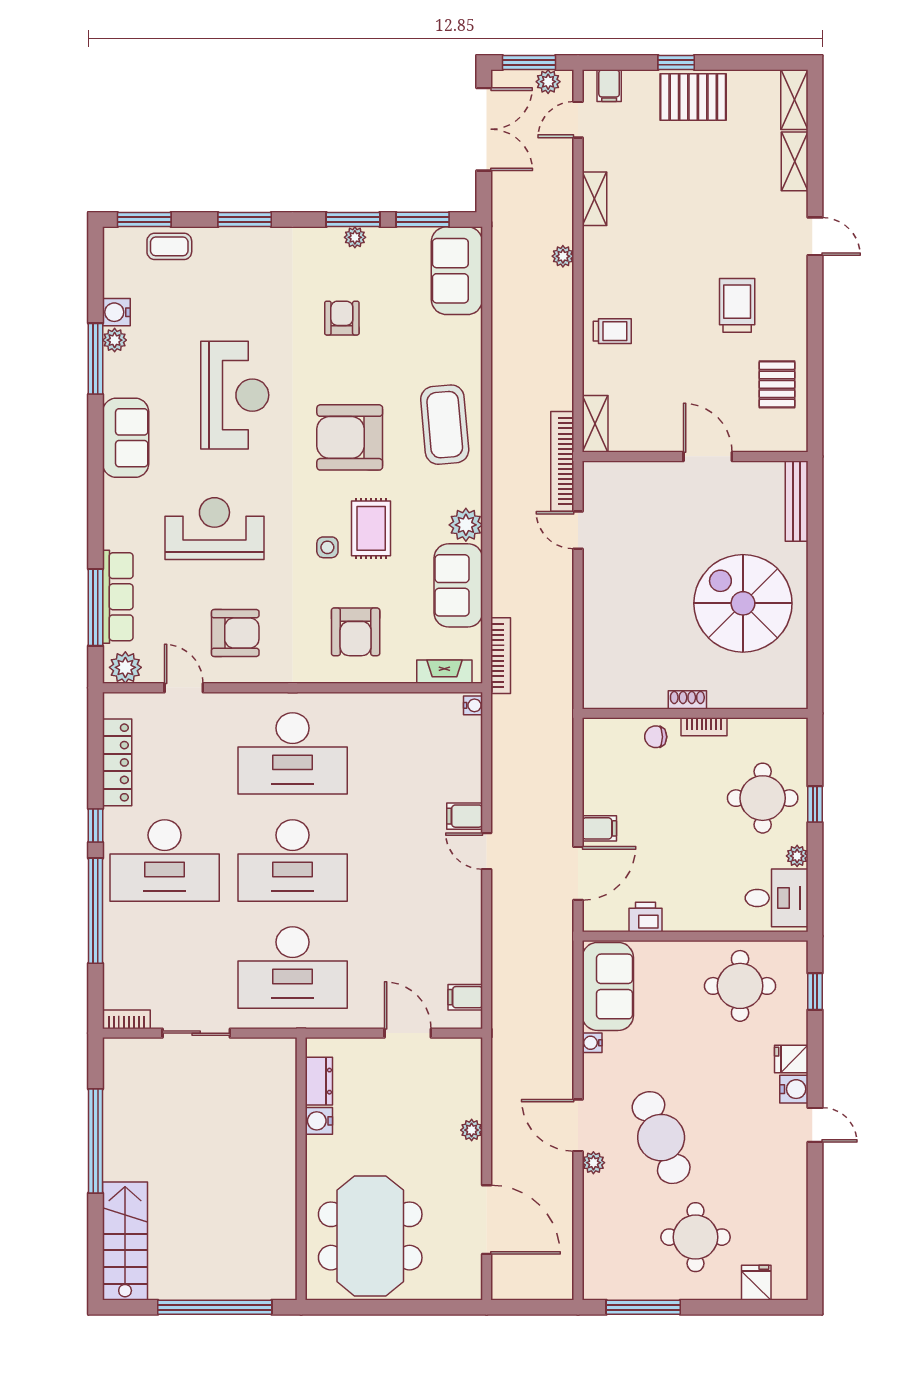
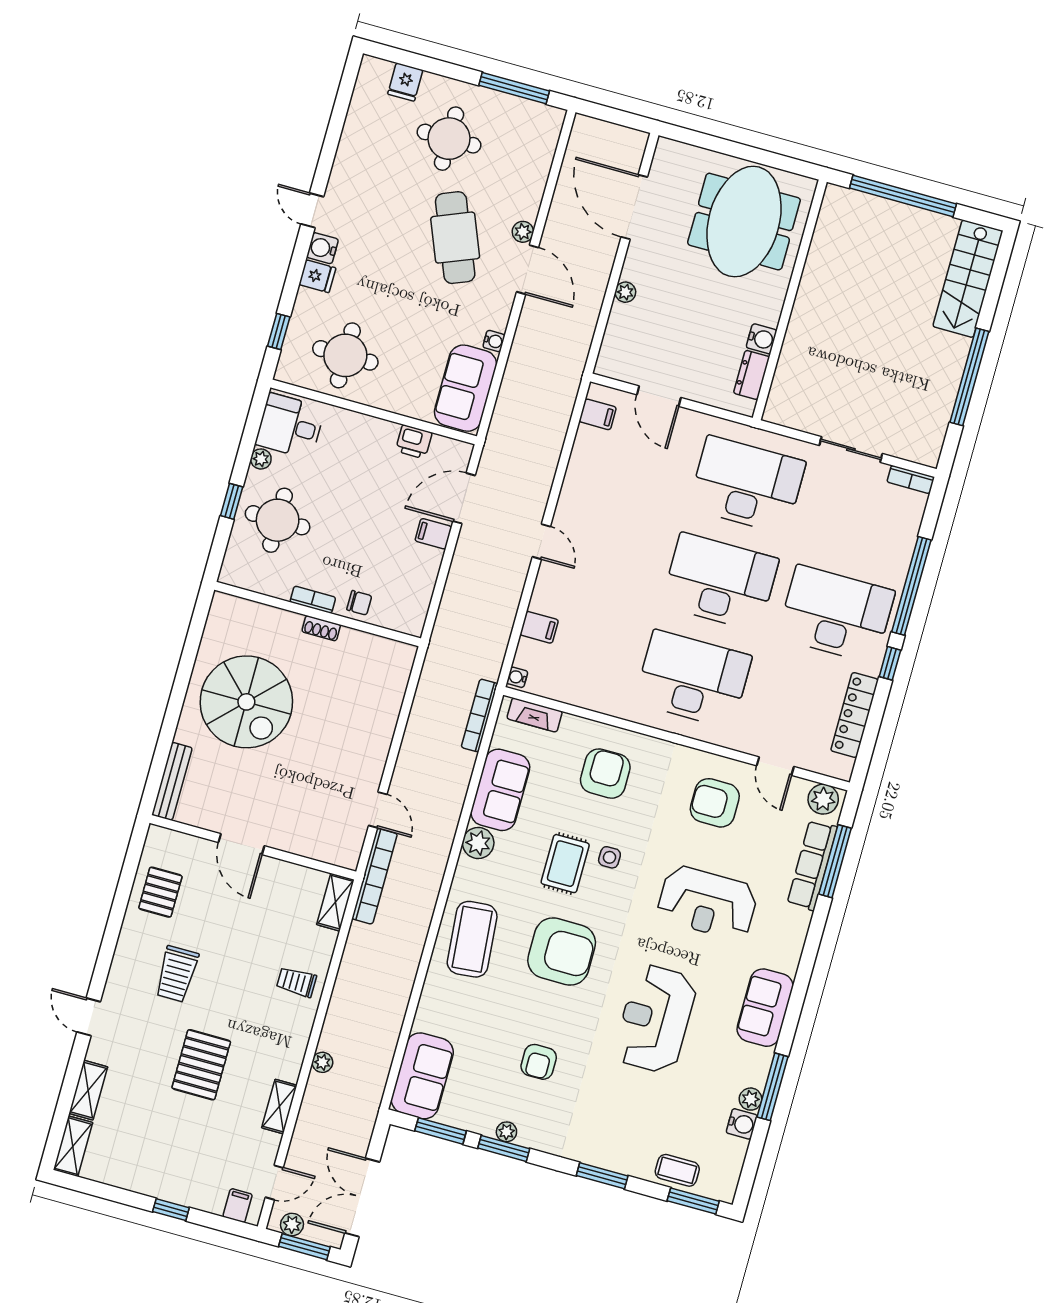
pallet: (693, 97) -> (201, 1065), moved, turned 90
filing cabinet: (465, 816) -> (539, 627), moved

